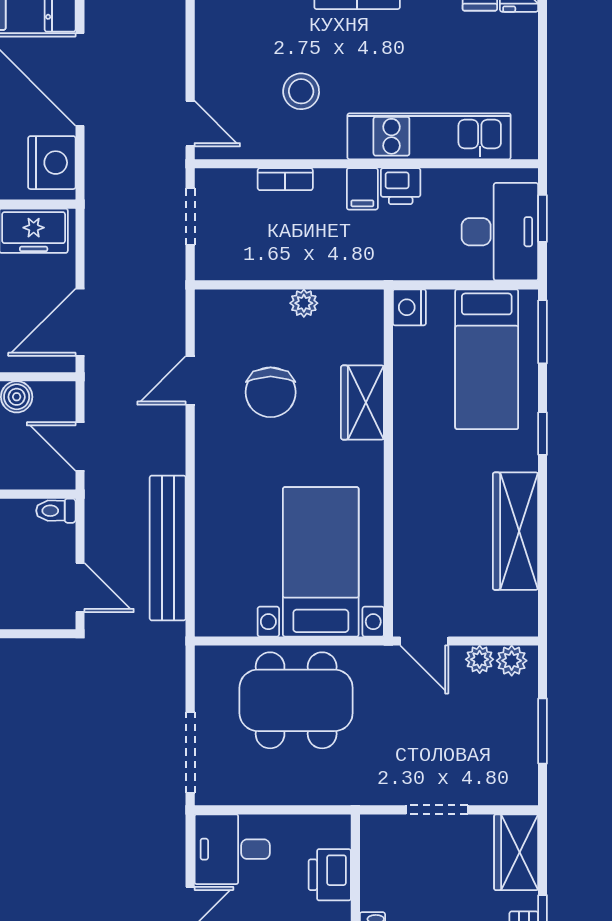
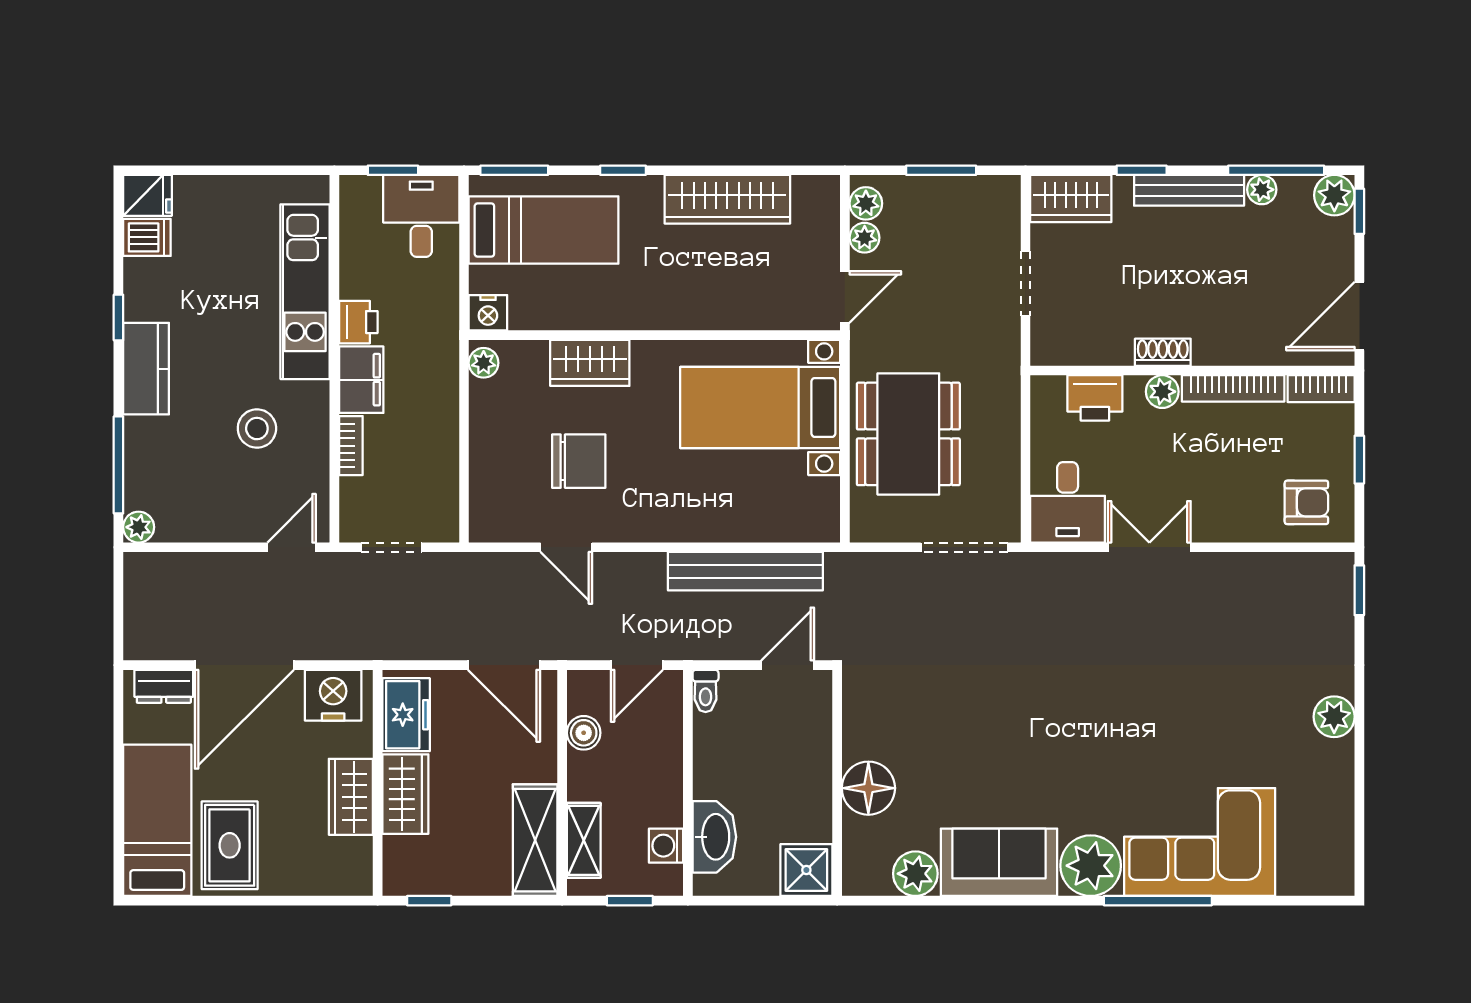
filing cabinet: (362, 189) -> (361, 380), width x2.00
desk: (500, 232) -> (421, 216), width x0.73
plant: (304, 303) -> (484, 363), moved

